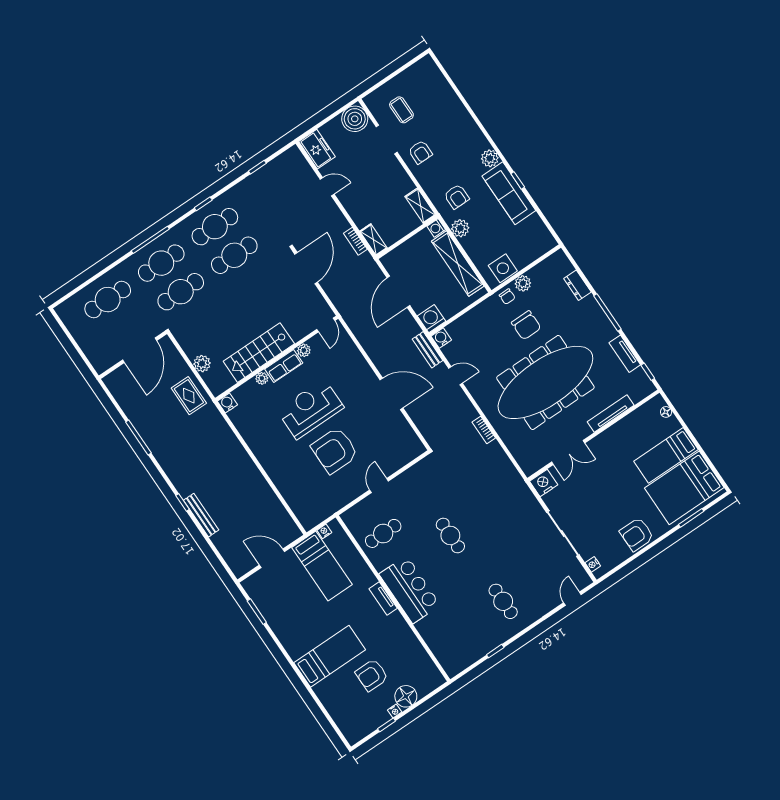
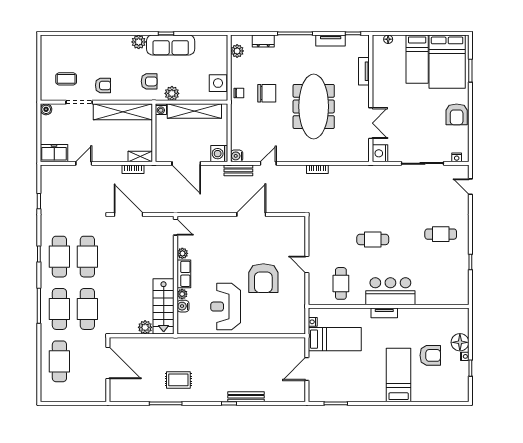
boiler: (355, 119) -> (46, 109), width x0.54, depth x0.54
shelving: (420, 206) -> (123, 112), width x2.20, depth x1.33
plant: (523, 283) -> (237, 51), moved
stairs: (259, 353) -> (164, 306), moved
meeting table: (545, 382) -> (314, 106), width x0.73, depth x0.79
rug: (189, 396) -> (178, 380), moved
water cooler: (227, 403) -> (183, 306), moved
reception desk: (310, 409) -> (226, 307), moved
tv unit: (611, 413) -> (364, 71), width x0.71
armchair: (372, 675) -> (430, 355), turned -90

